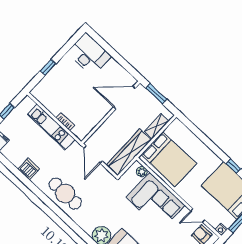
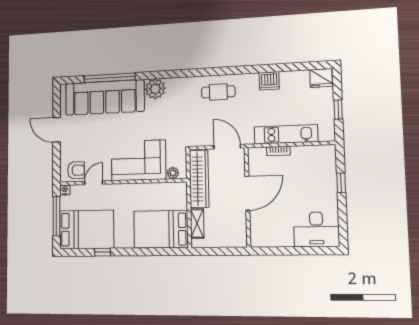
window: (156, 94) -> (224, 251), removed
door: (124, 98) -> (247, 193), moved
bed: (169, 159) -> (161, 229), moved
cafe table: (65, 194) -> (218, 92), width x0.73, depth x0.74

